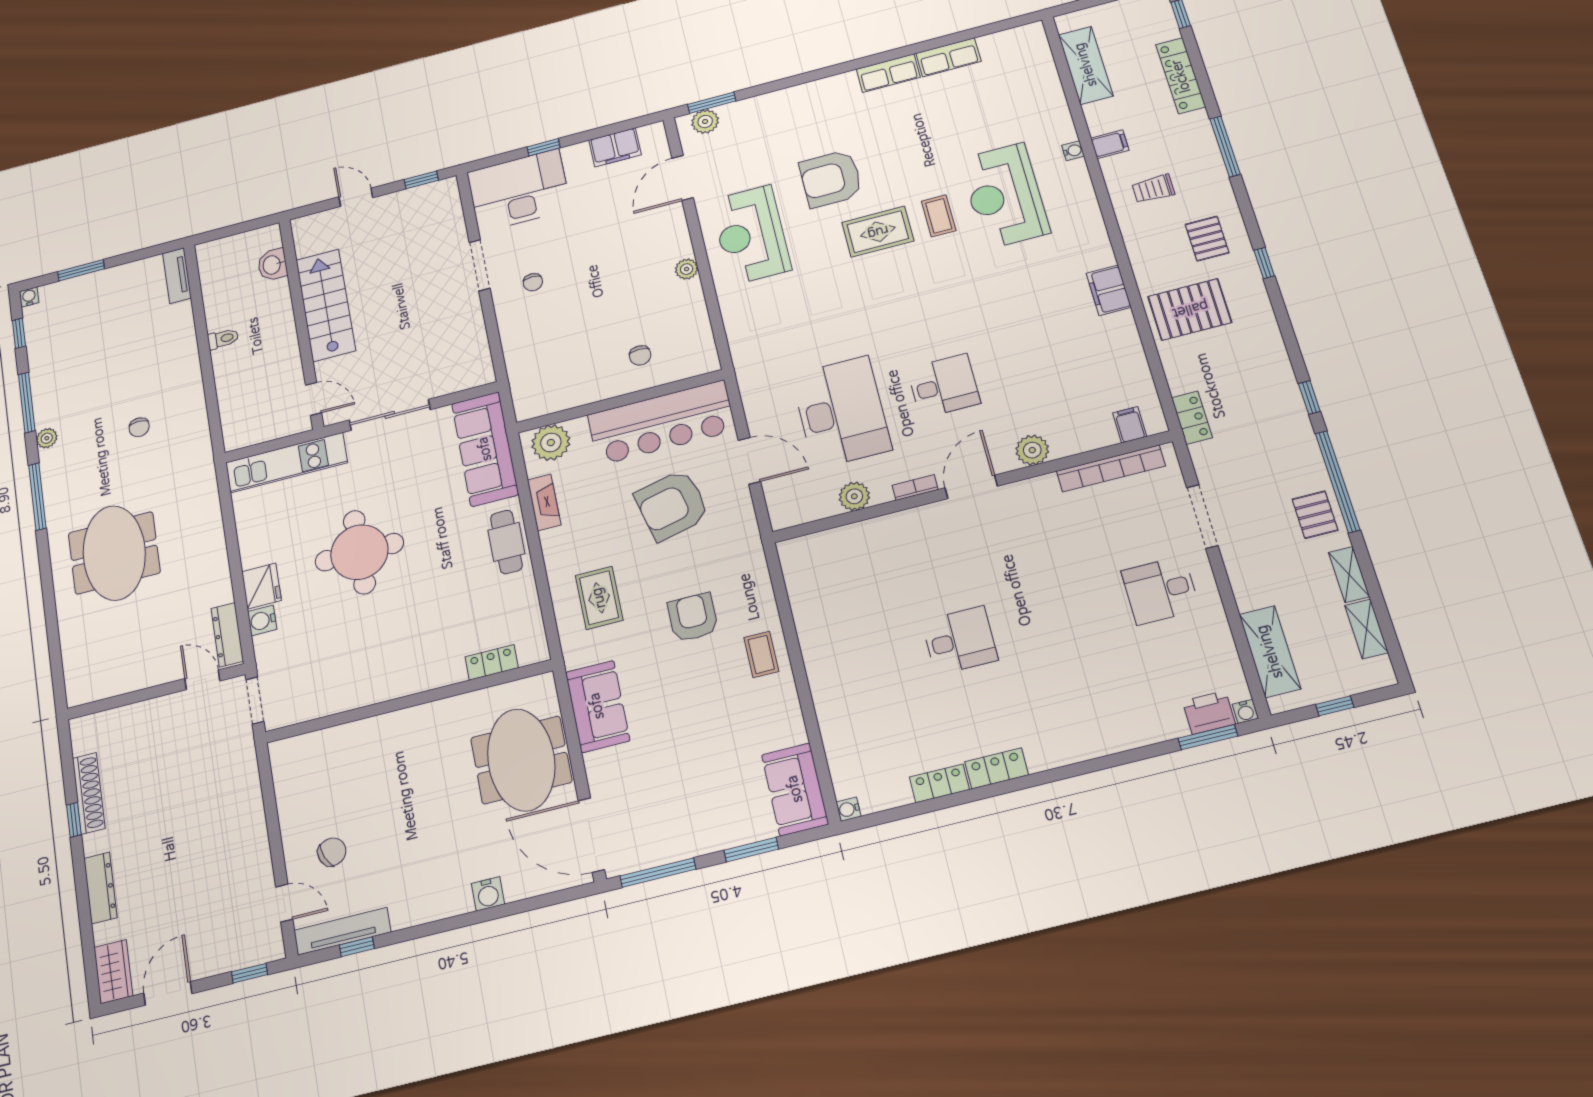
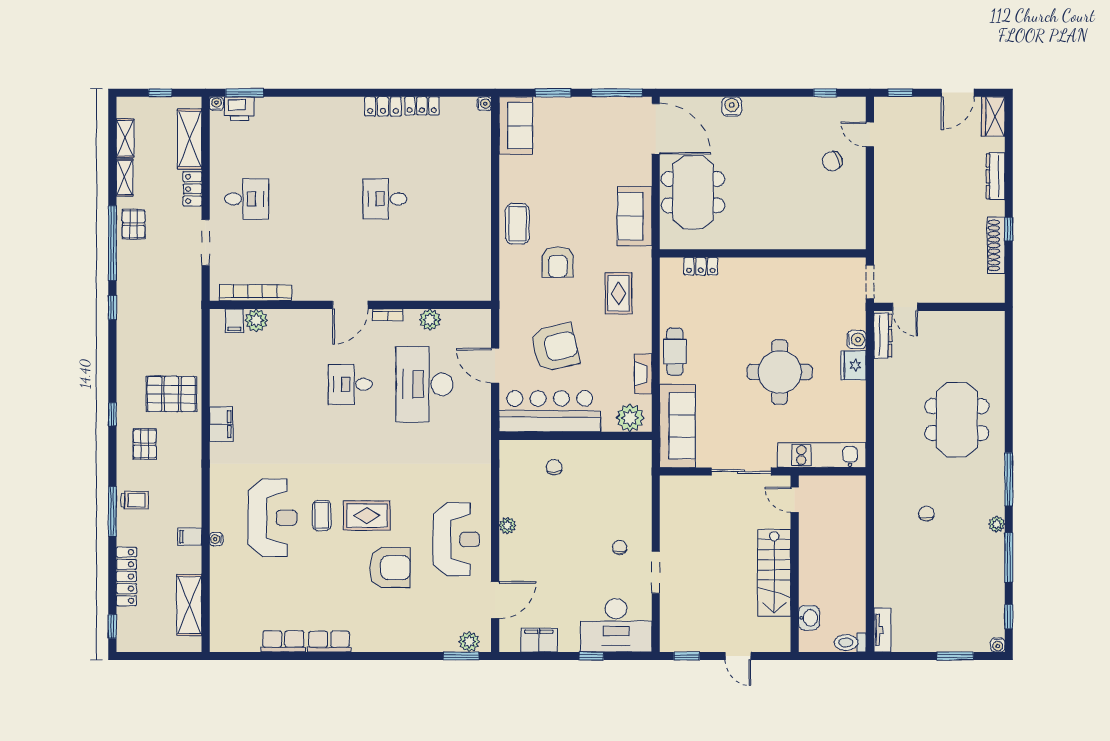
trolley: (1153, 189) -> (135, 500), moved
toilet: (223, 339) -> (850, 642), moved, width x1.37, depth x1.39
locker: (1192, 418) -> (192, 189), moved
plant: (1032, 450) -> (256, 320), moved
coffee table: (761, 654) -> (517, 224), width x1.36, depth x1.30
tv unit: (342, 931) -> (833, 106), removed

